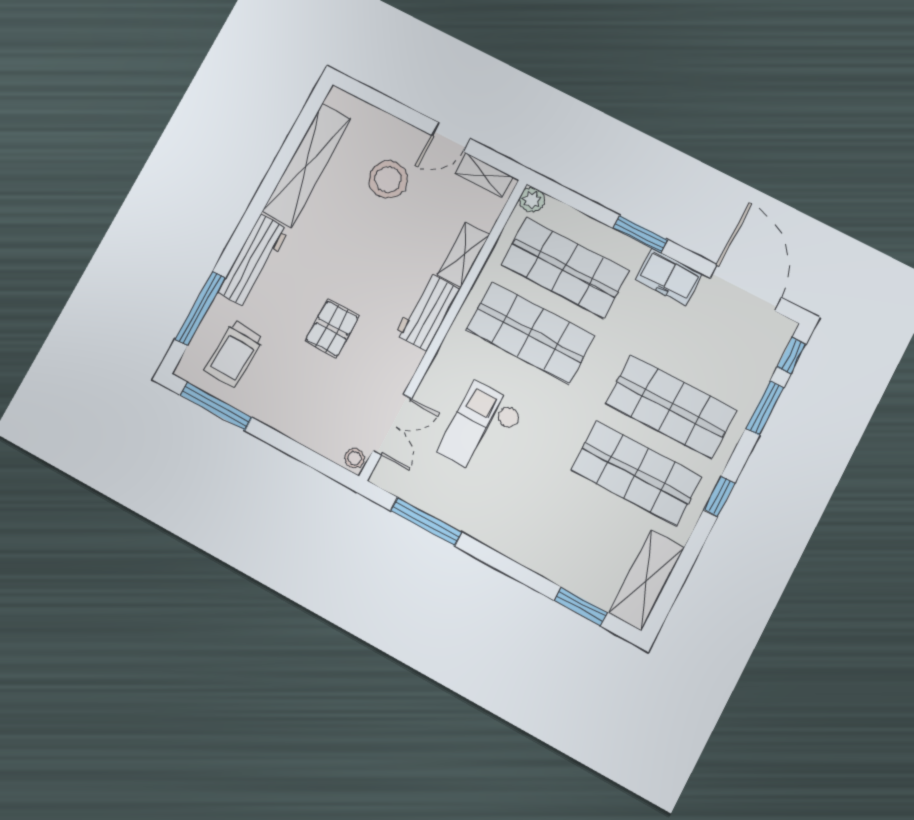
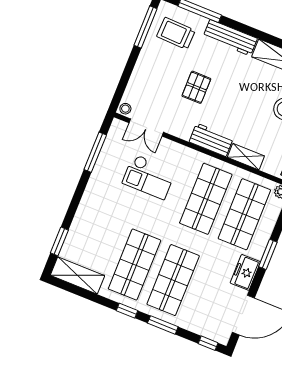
pallet: (332, 328) -> (196, 87), turned 90
window: (765, 408) -> (163, 325), moved
checkout: (481, 430) -> (149, 177), turned 180

